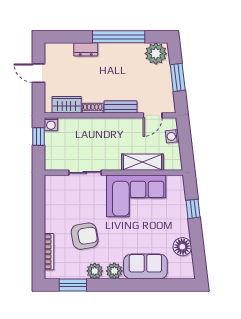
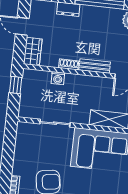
wardrobe: (67, 105) -> (33, 51), moved, turned 90
washing machine: (51, 124) -> (58, 78), moved

